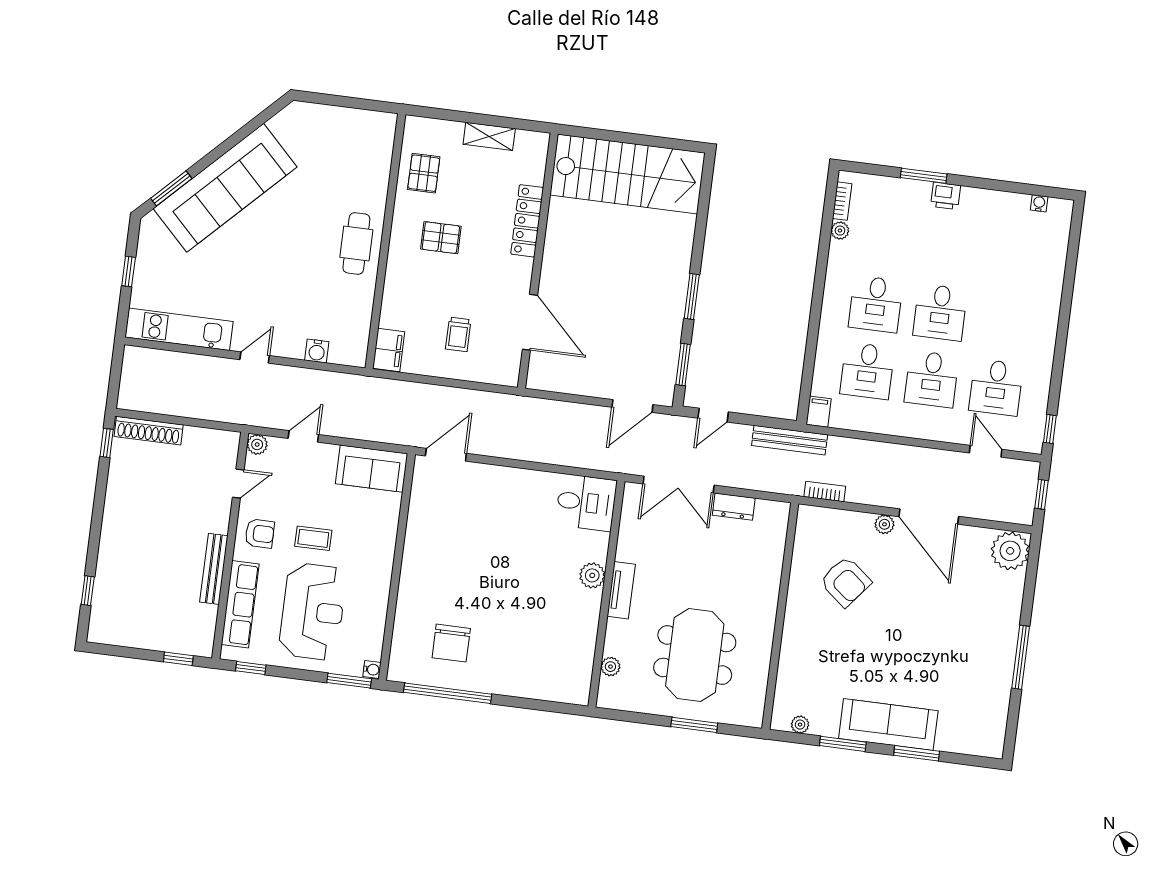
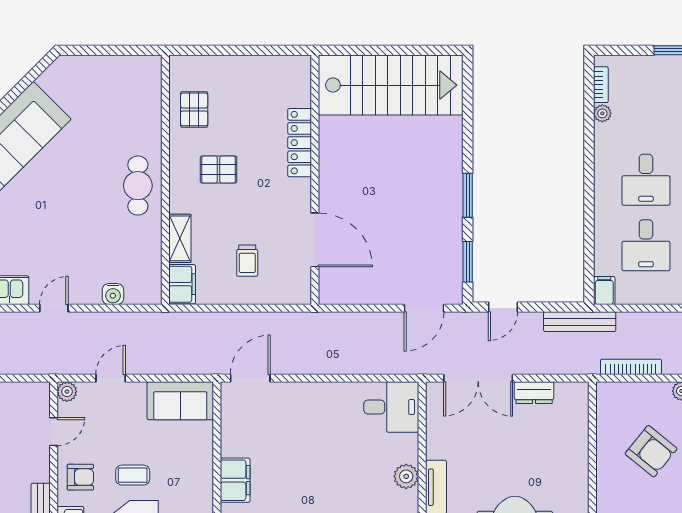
shelving: (489, 136) -> (180, 238), moved, turned 90
bookcase: (825, 492) -> (631, 367), width x1.56
filing cabinet: (417, 557) -> (235, 480), added

